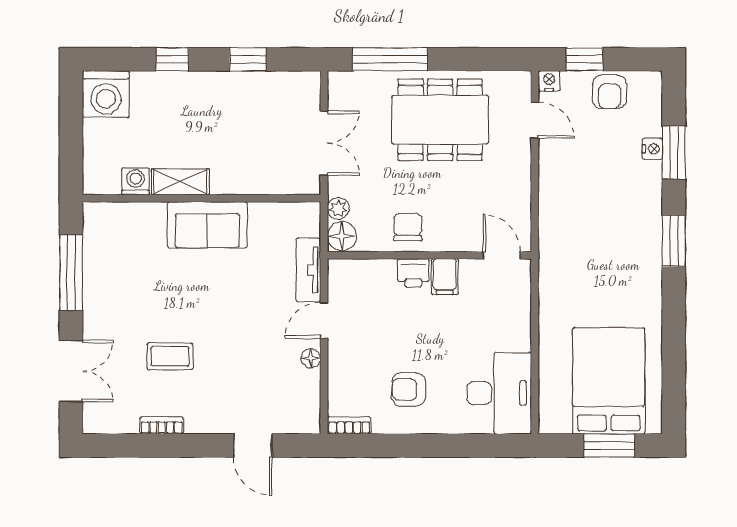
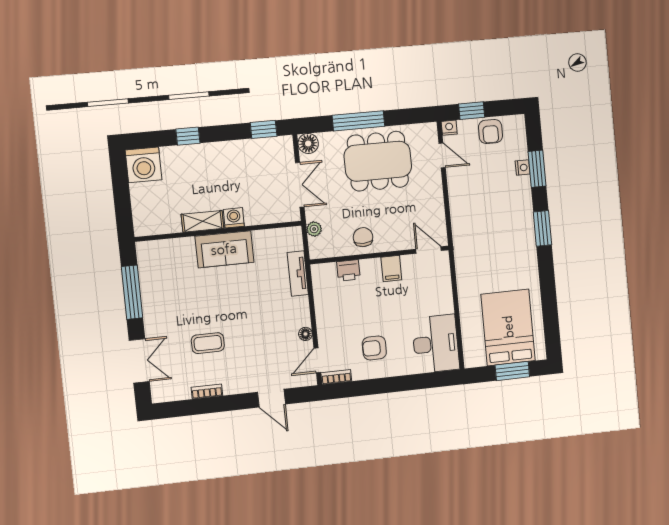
window: (248, 59) -> (264, 129), moved
window: (390, 59) -> (358, 121), moved
washing machine: (136, 181) -> (234, 218), moved
floor lamp: (342, 236) -> (308, 144), moved
printer: (413, 273) -> (348, 270), moved
door: (324, 320) -> (317, 360), moved

